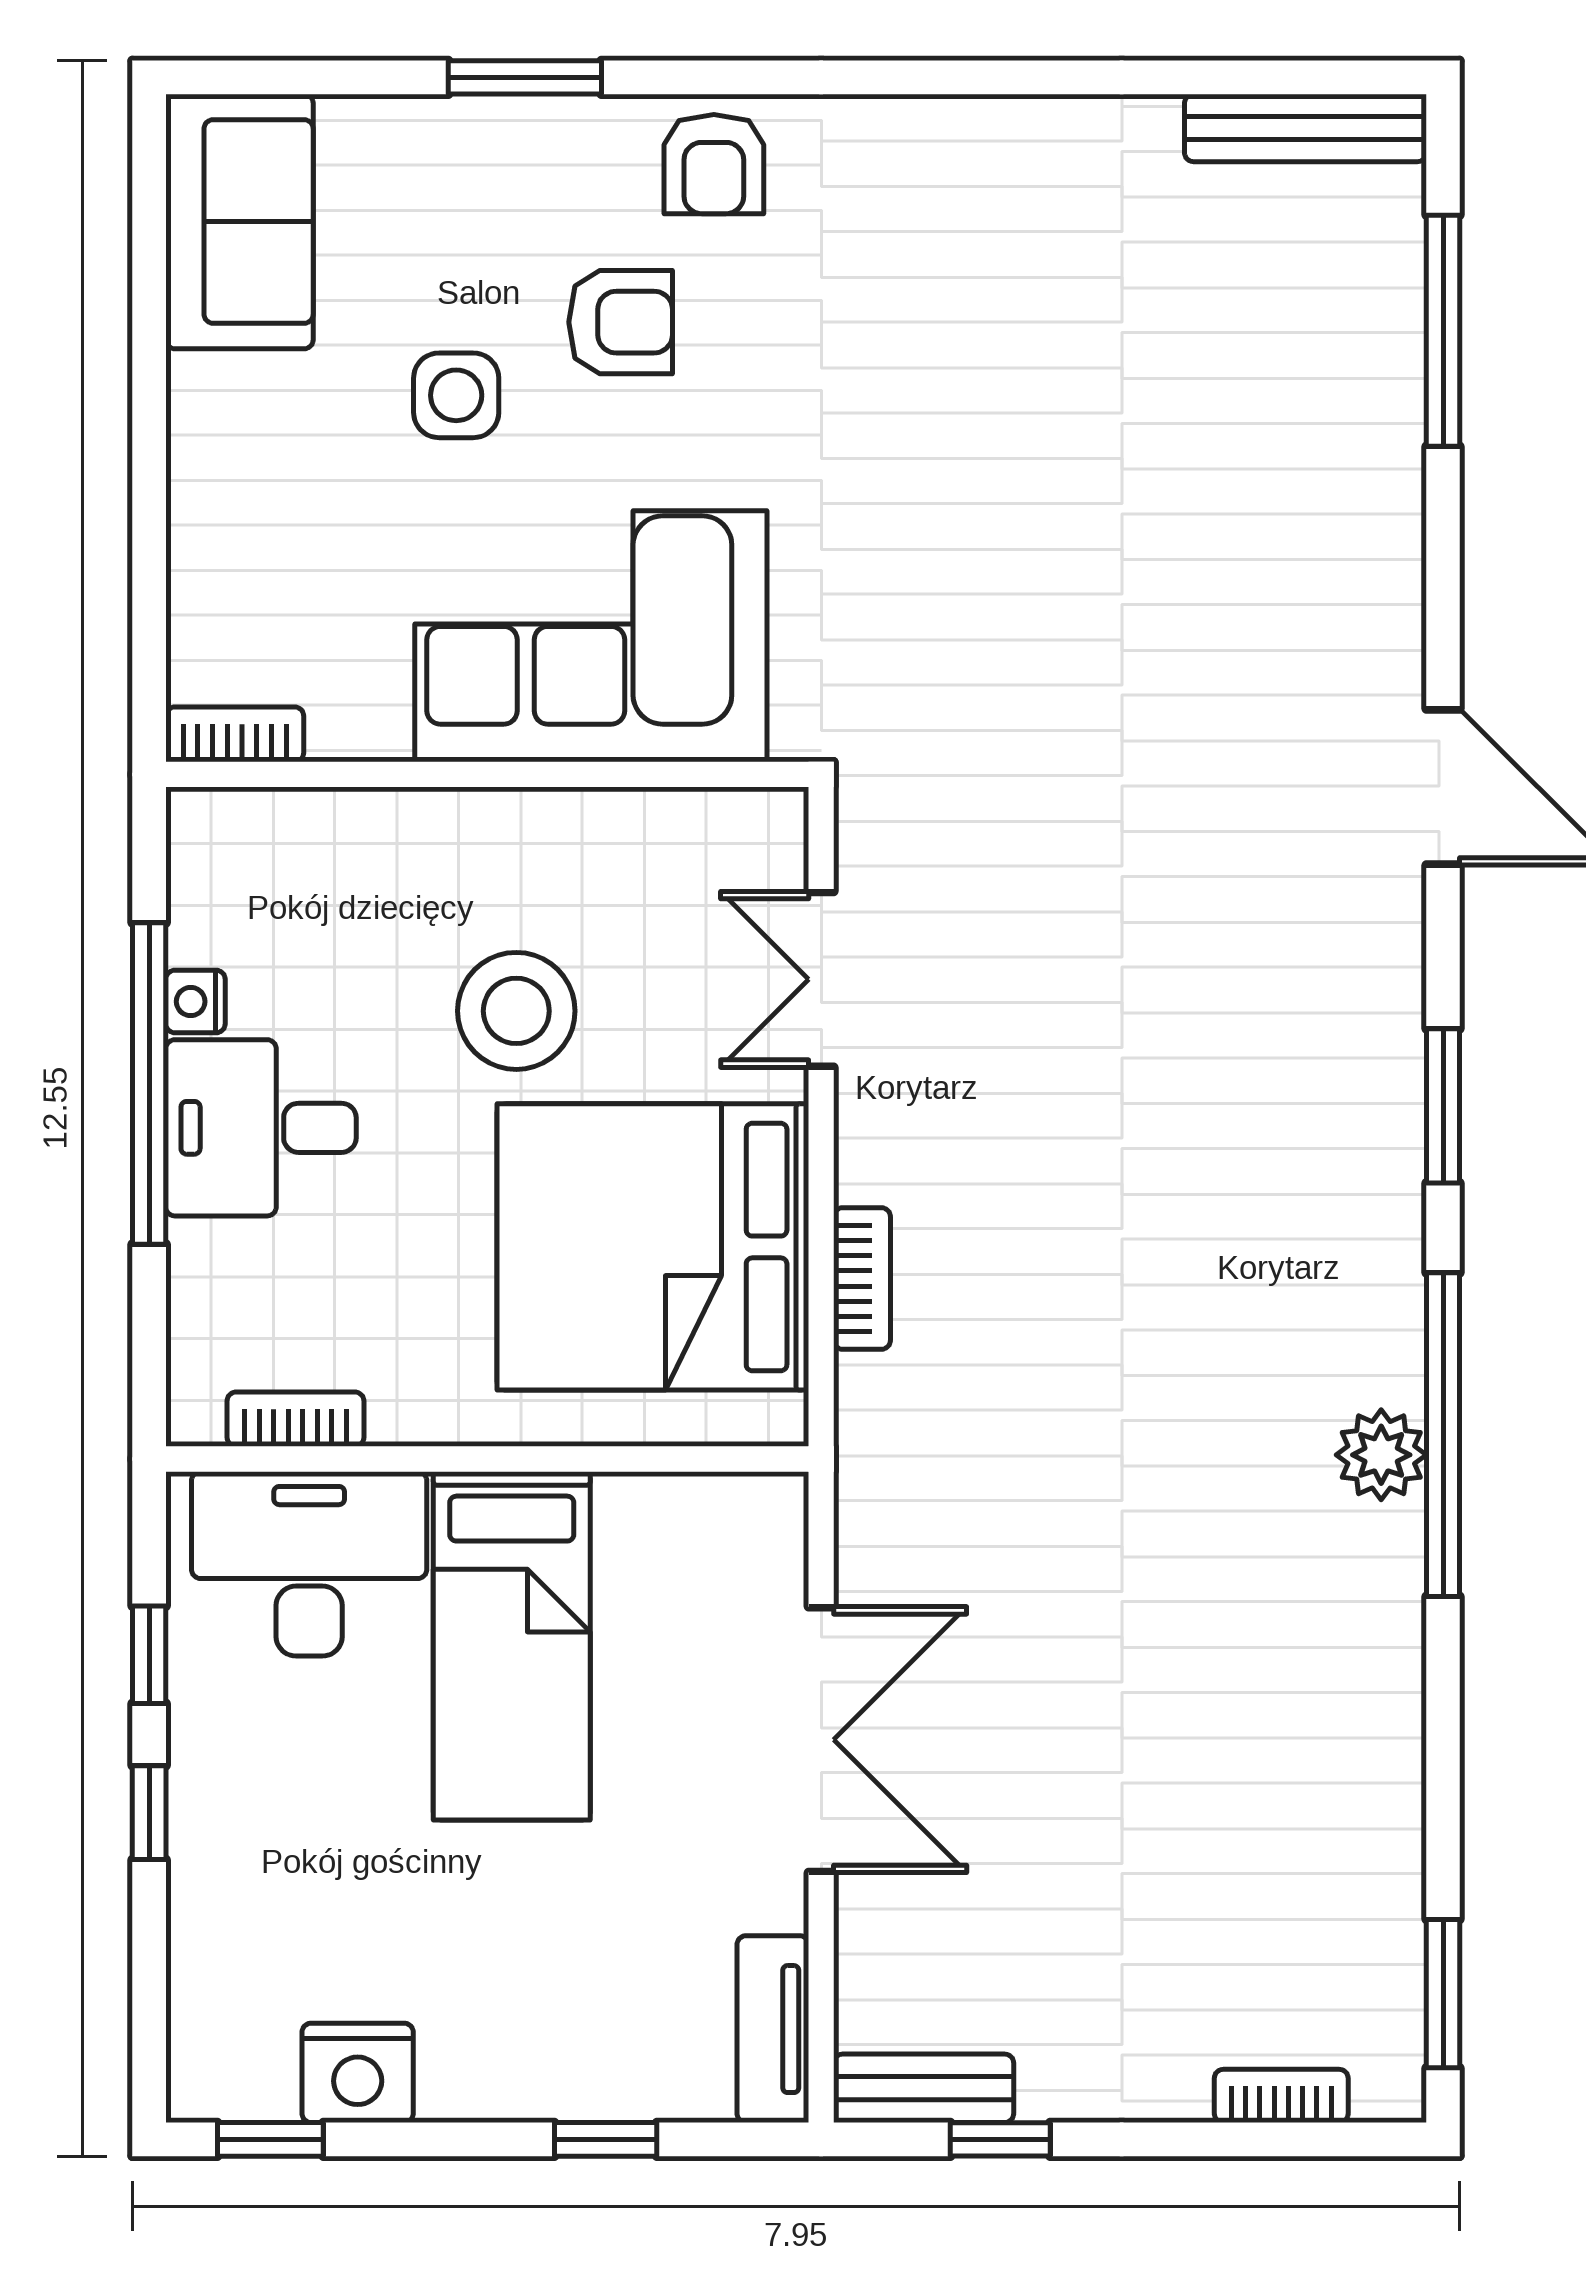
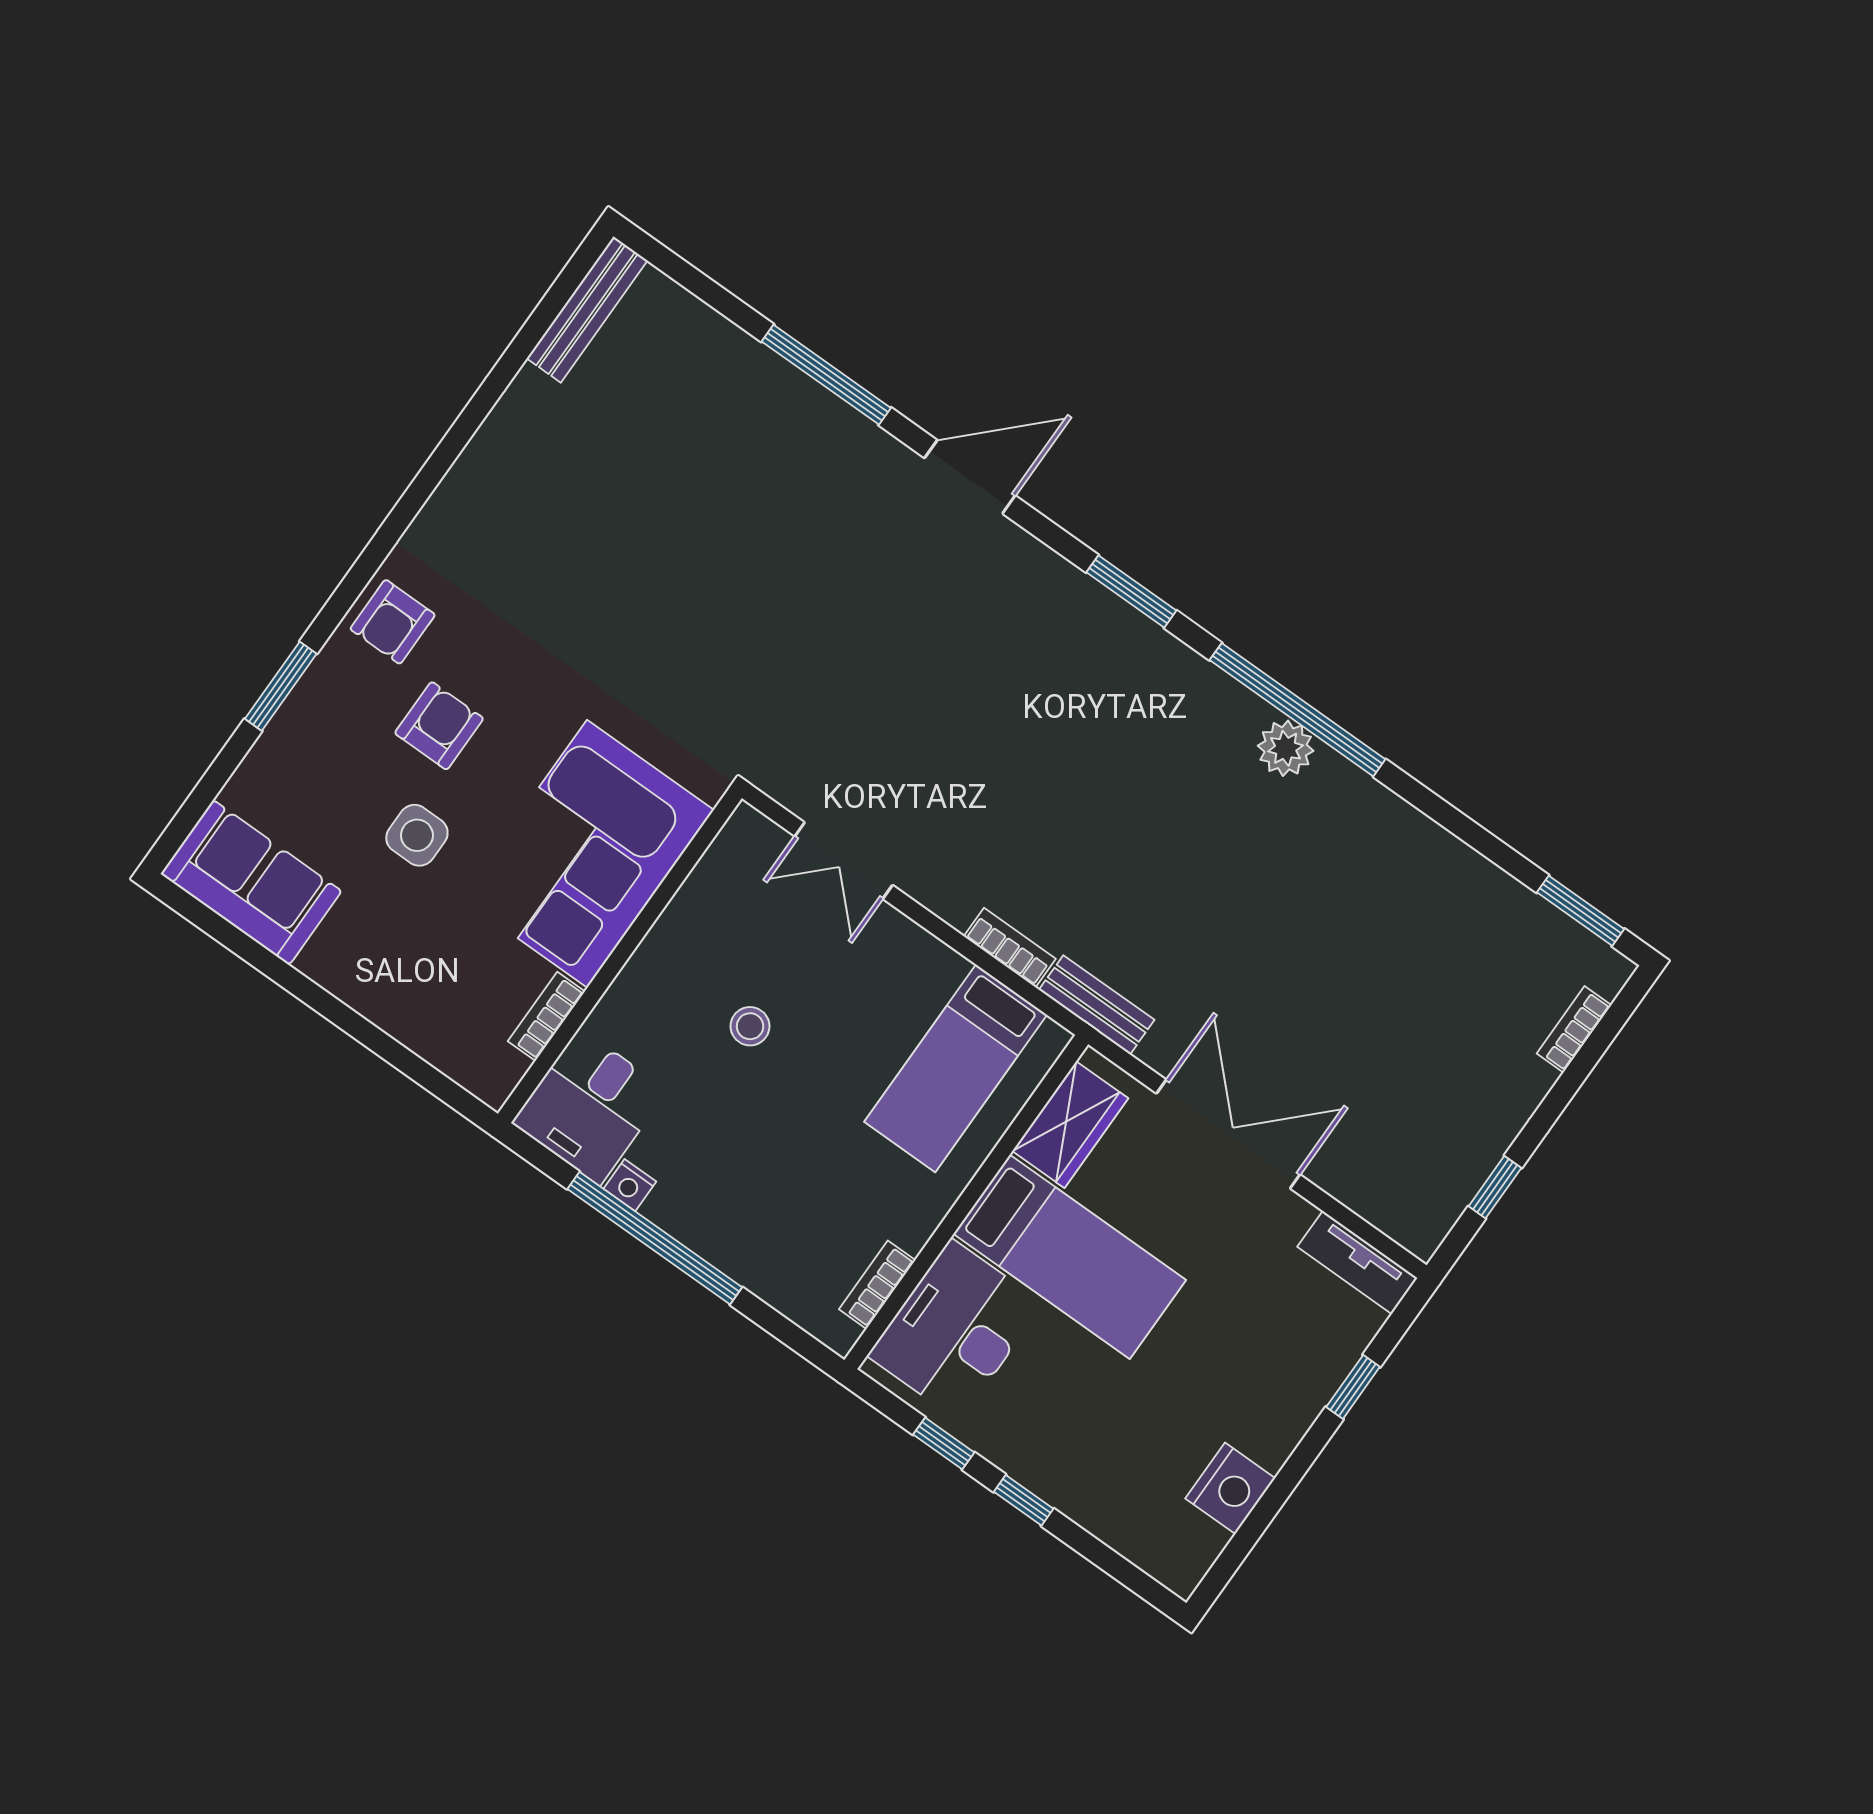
armchair: (714, 164) -> (393, 622), turned 90
window: (1443, 331) -> (826, 375), moved
bookcase: (235, 734) -> (546, 1016), moved
stool: (516, 1011) -> (750, 1026), width x0.53, depth x0.53
desk: (261, 1128) -> (590, 1107), moved
bed: (653, 1247) -> (956, 1068), width x0.49
wardrobe: (686, 1523) -> (1070, 1125), added
bench: (924, 2088) -> (1097, 1005), moved, turned 90
window: (270, 2139) -> (1233, 1556), removed

